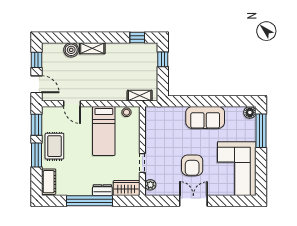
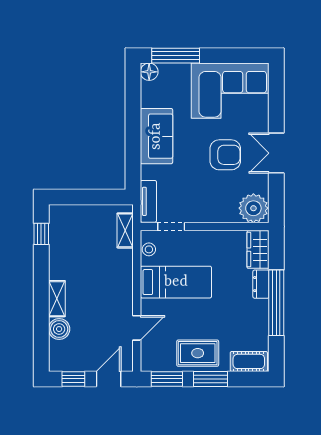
window: (163, 59) -> (73, 197), removed
tv unit: (160, 112) -> (148, 201), added
doorway: (142, 163) -> (171, 226), moved
plant: (150, 185) -> (253, 208), width x1.88, depth x1.88

